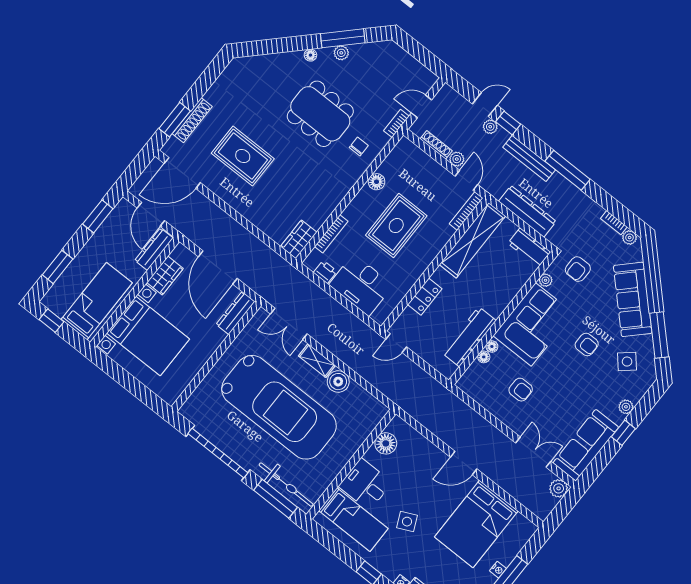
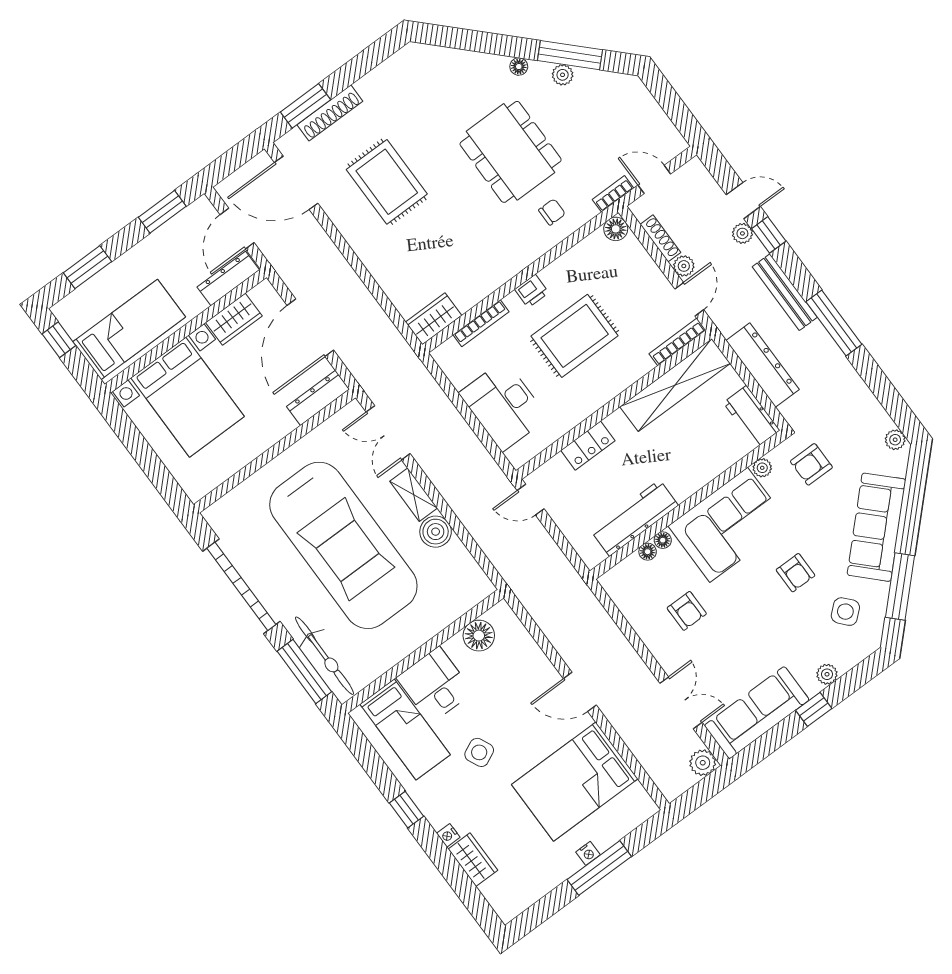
floor lamp: (377, 182) -> (616, 229), moved
bookcase: (614, 223) -> (879, 413), removed
printer: (325, 272) -> (532, 291), moved, turned 90

